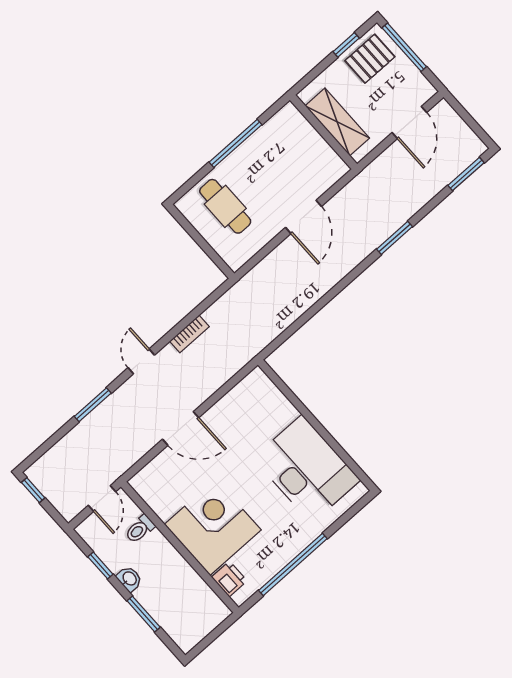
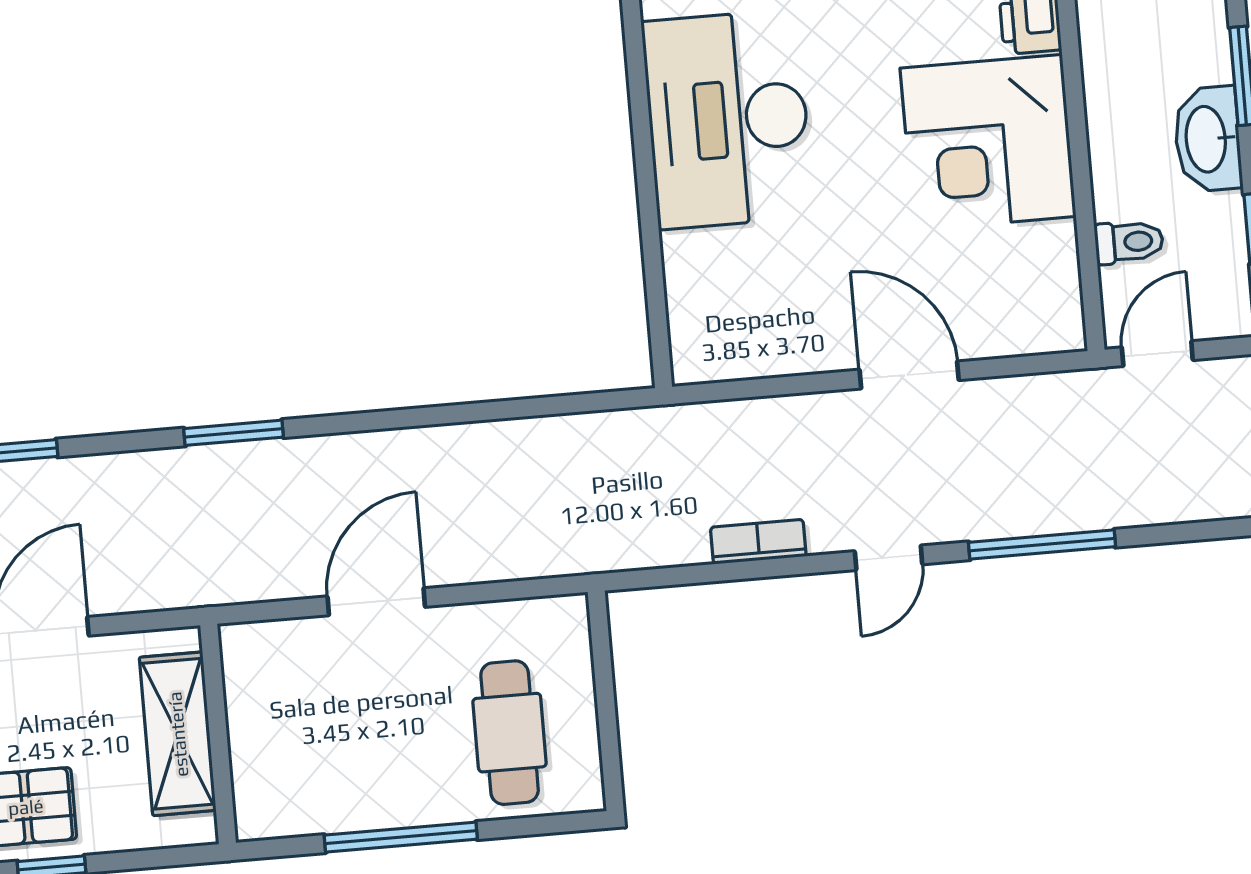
window: (93, 405) -> (1042, 545), width x1.44
washbasin: (129, 579) -> (1208, 139), width x1.91, depth x1.45

